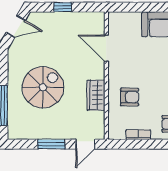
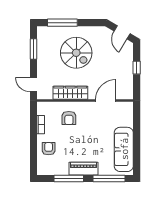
wardrobe: (96, 95) -> (70, 93), width x1.50
window: (51, 144) -> (33, 49), moved

